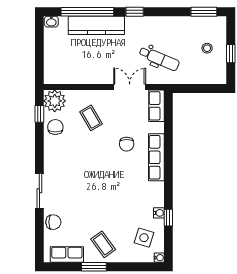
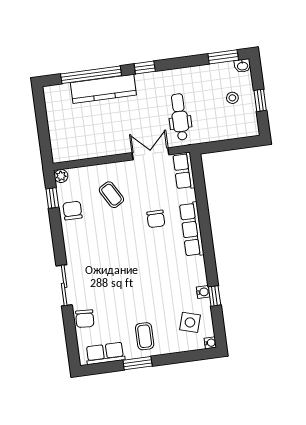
washbasin: (51, 22) -> (242, 66), moved
dental chair: (159, 59) -> (180, 117), turned -113
plant: (55, 101) -> (61, 176), width x0.53, depth x0.53
chair: (53, 222) -> (85, 319), turned 93
coffee table: (103, 244) -> (145, 336), turned 36

